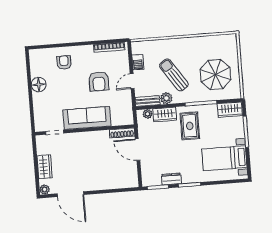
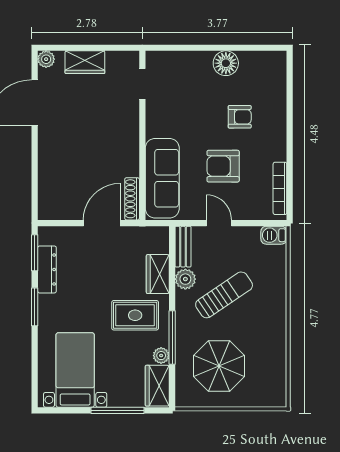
barbecue: (138, 62) -> (274, 235), moved
armchair: (64, 63) -> (240, 117), moved
plant: (148, 114) -> (161, 356), moved
sofa: (87, 118) -> (162, 178), moved
dresser: (171, 179) -> (47, 269), width x1.44

